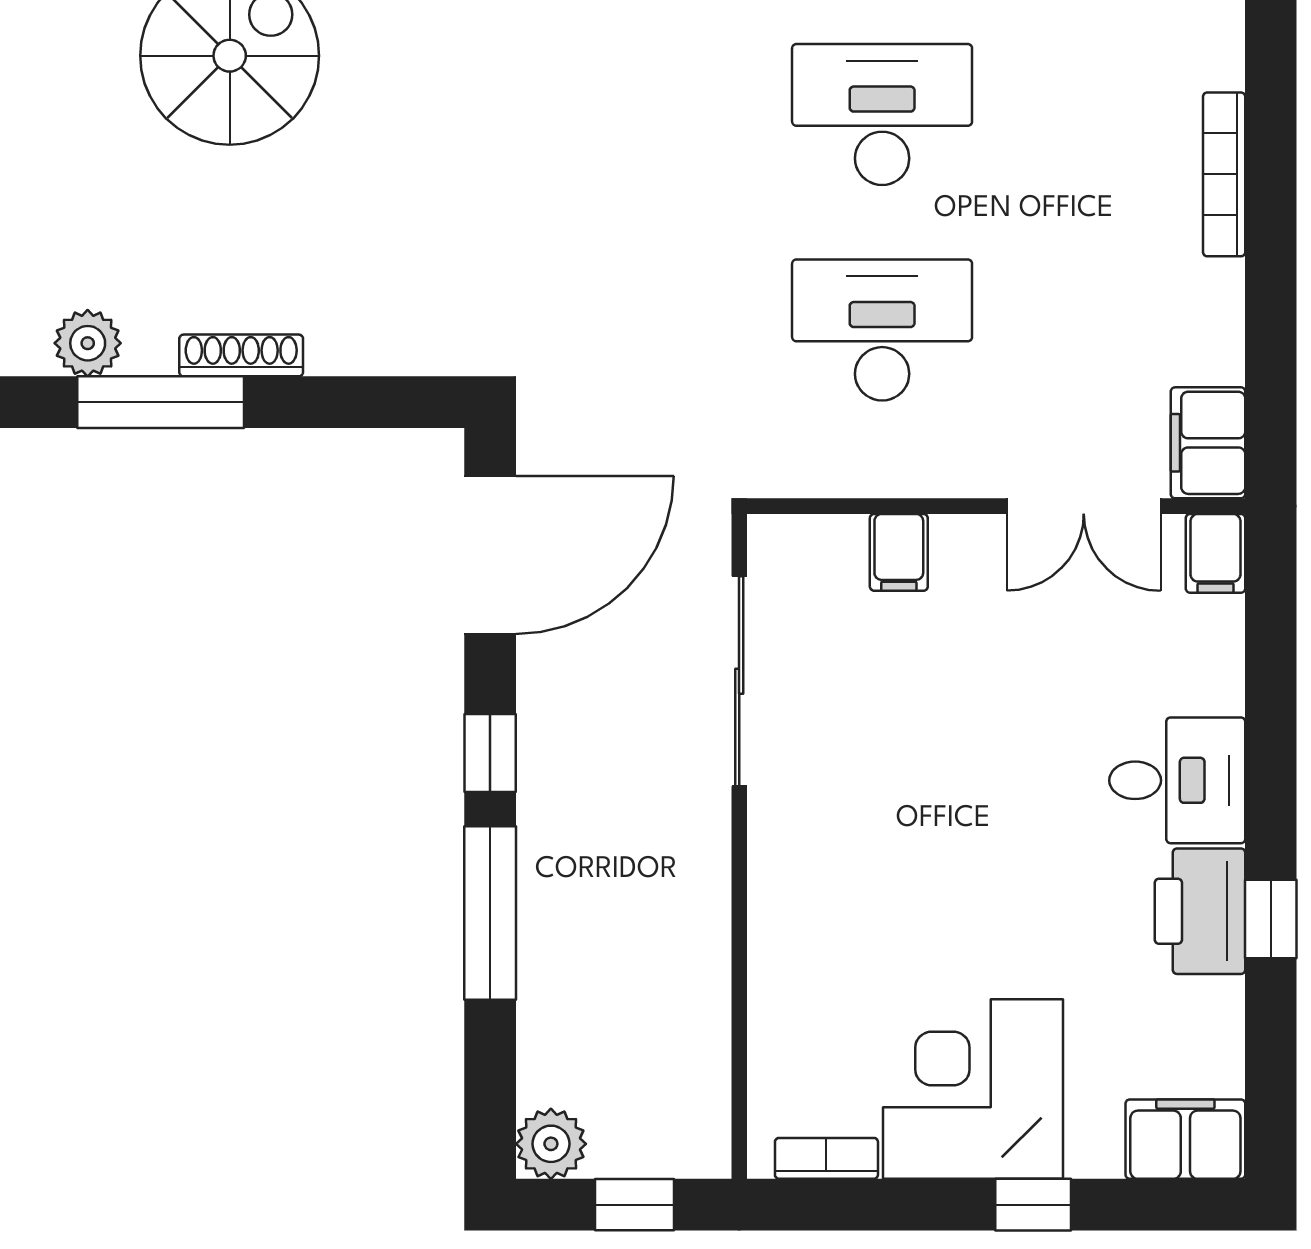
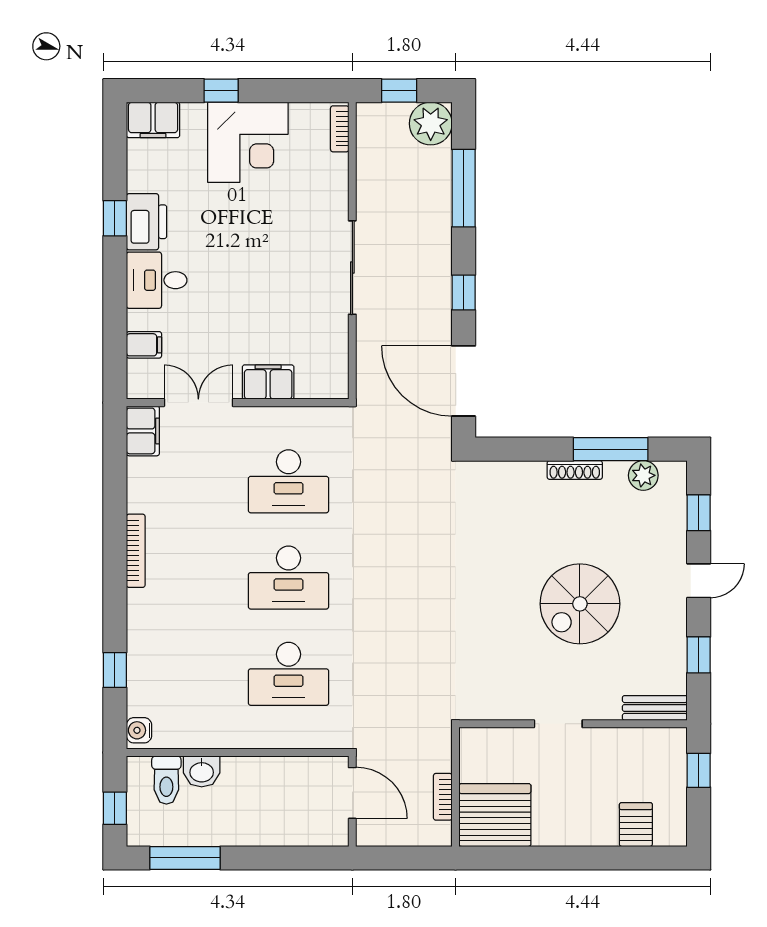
filing cabinet: (899, 552) -> (268, 382), width x2.00
filing cabinet: (1216, 553) -> (144, 345), moved, turned 90
door: (490, 555) -> (464, 381), hinge flipped
sliding door: (739, 681) -> (352, 268), moved
window: (490, 913) -> (464, 188), moved
plant: (551, 1144) -> (431, 124), width x1.36, depth x1.36
bookcase: (826, 1158) -> (340, 129), moved, turned 90

